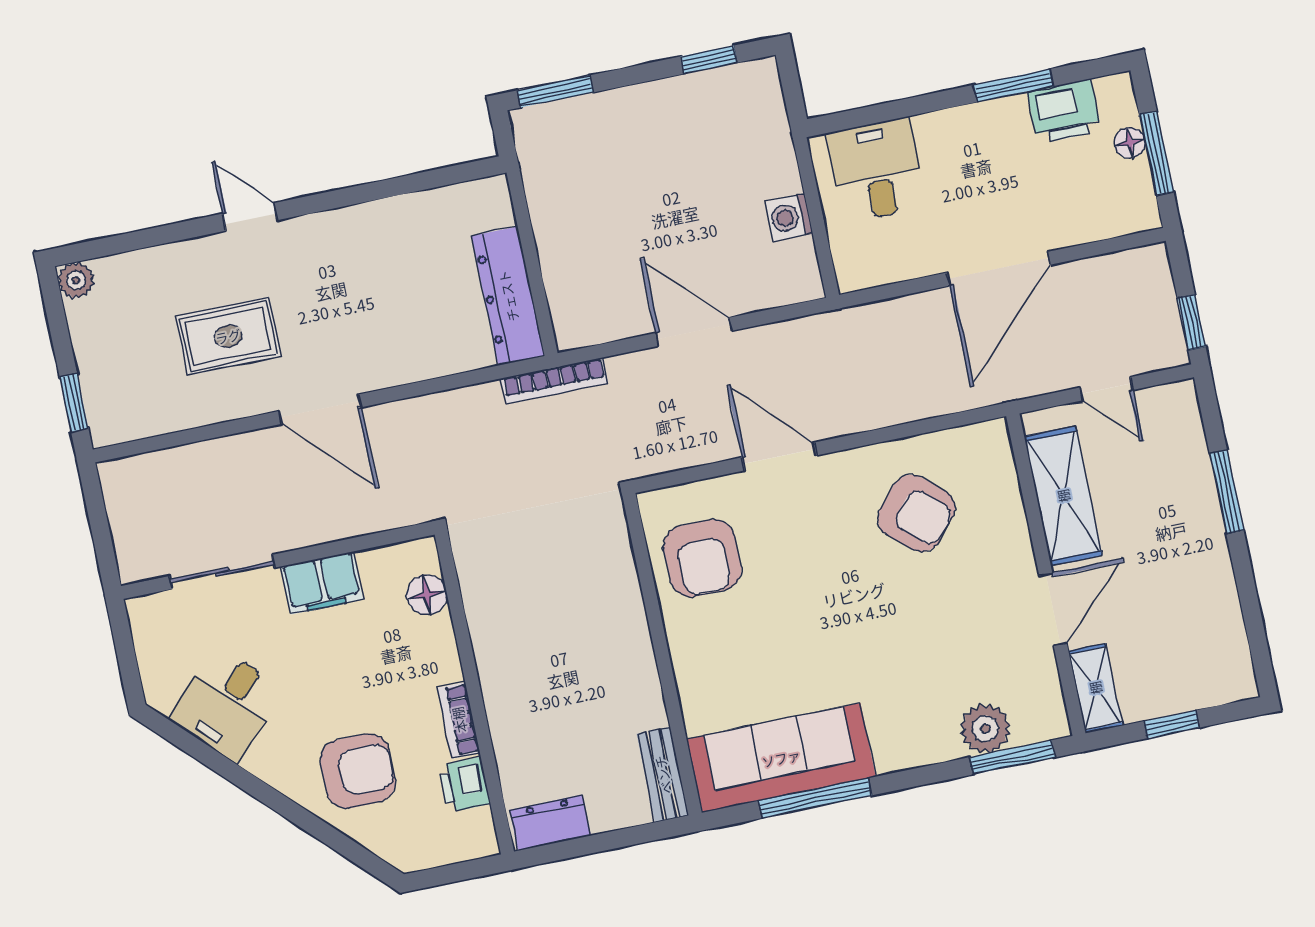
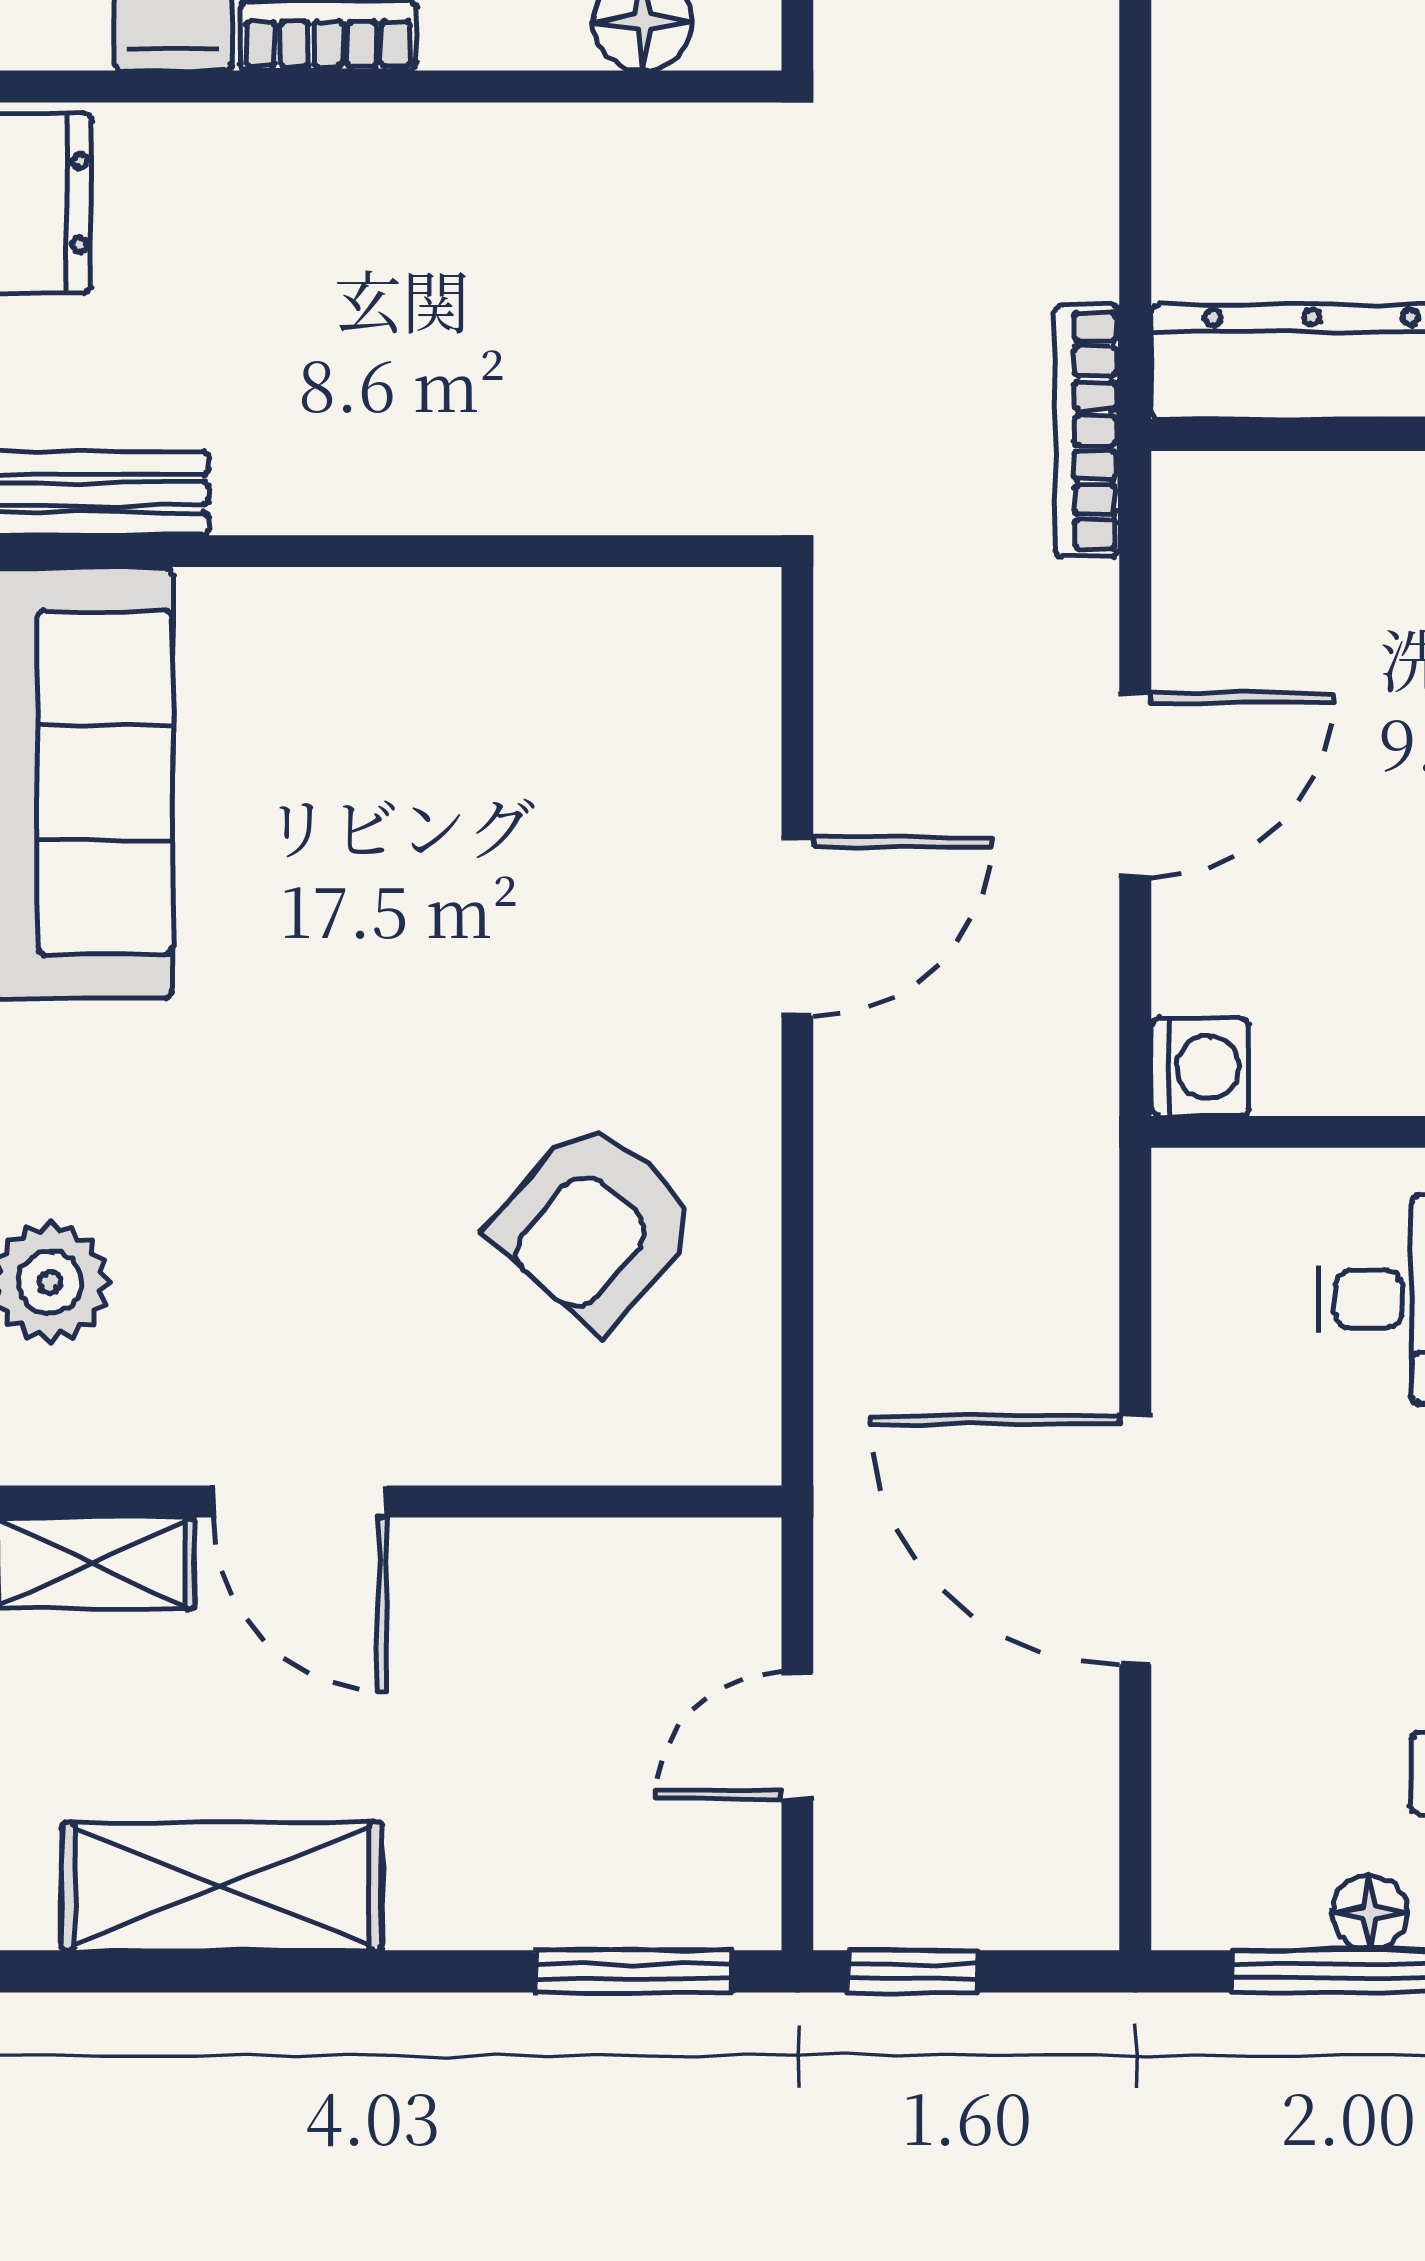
washing machine: (789, 217) -> (1200, 1067), moved, turned 90
window: (1227, 492) -> (633, 1971), moved
shelving: (1063, 496) -> (222, 1886), moved
armchair: (702, 558) -> (594, 694), removed

